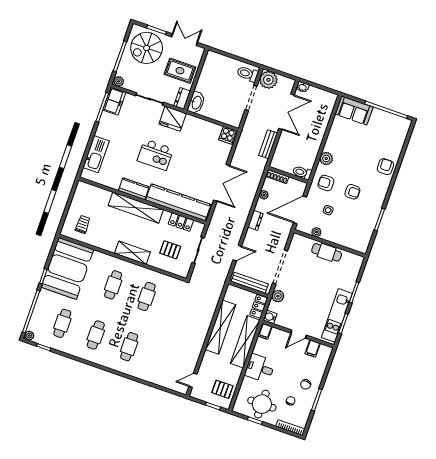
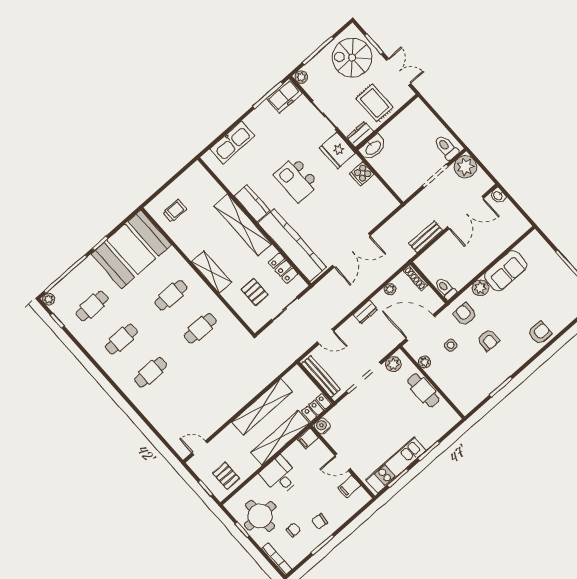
sofa: (354, 111) -> (506, 271), moved, turned -90
cooker: (228, 135) -> (362, 174), moved
plant: (278, 296) -> (393, 364), moved

